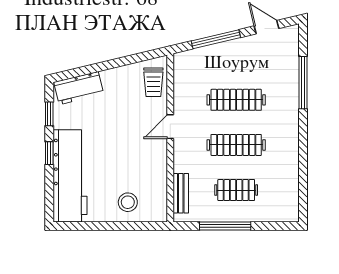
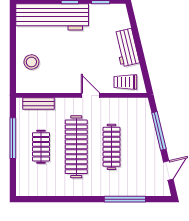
workbench: (79, 88) -> (126, 48), moved
clothes rail: (236, 145) -> (76, 147), width x1.37, depth x1.31

